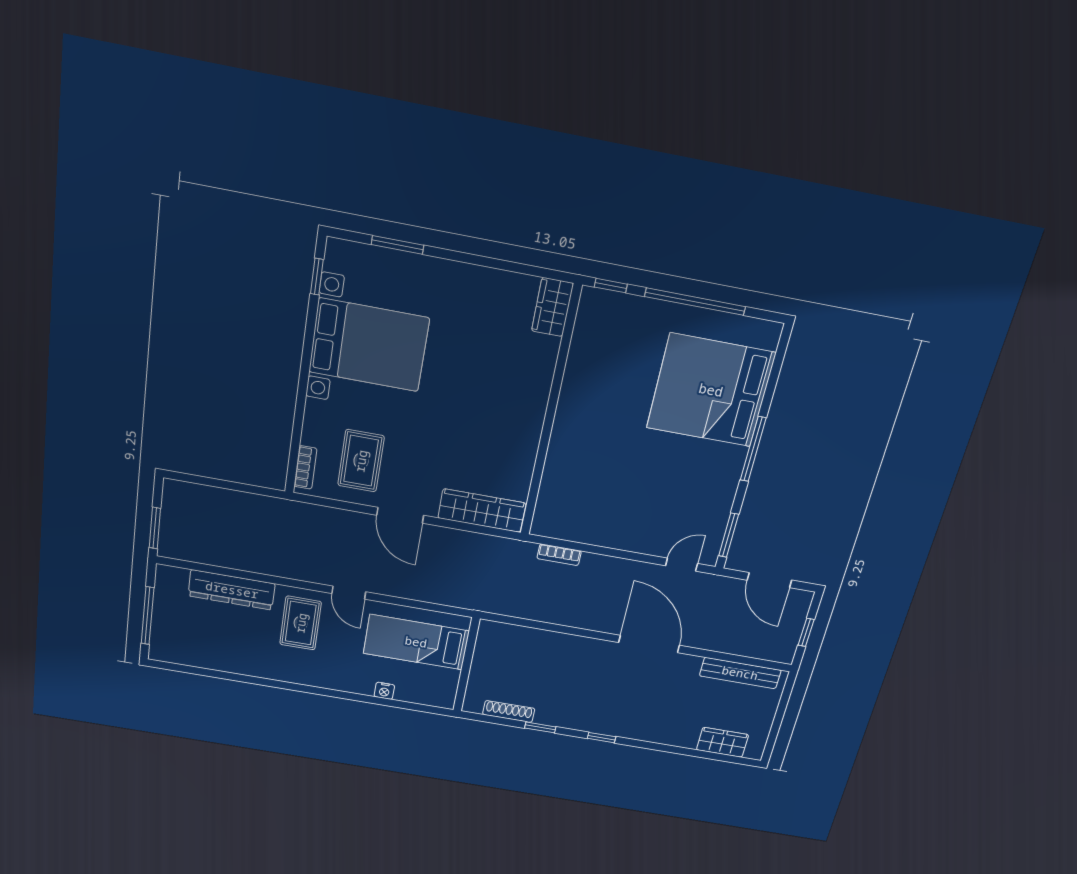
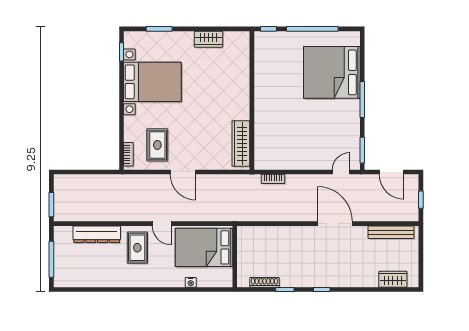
wardrobe: (552, 307) -> (209, 39), moved, turned -90
wardrobe: (482, 511) -> (241, 144), moved, turned -90
bed: (416, 642) -> (204, 247), width x1.50

